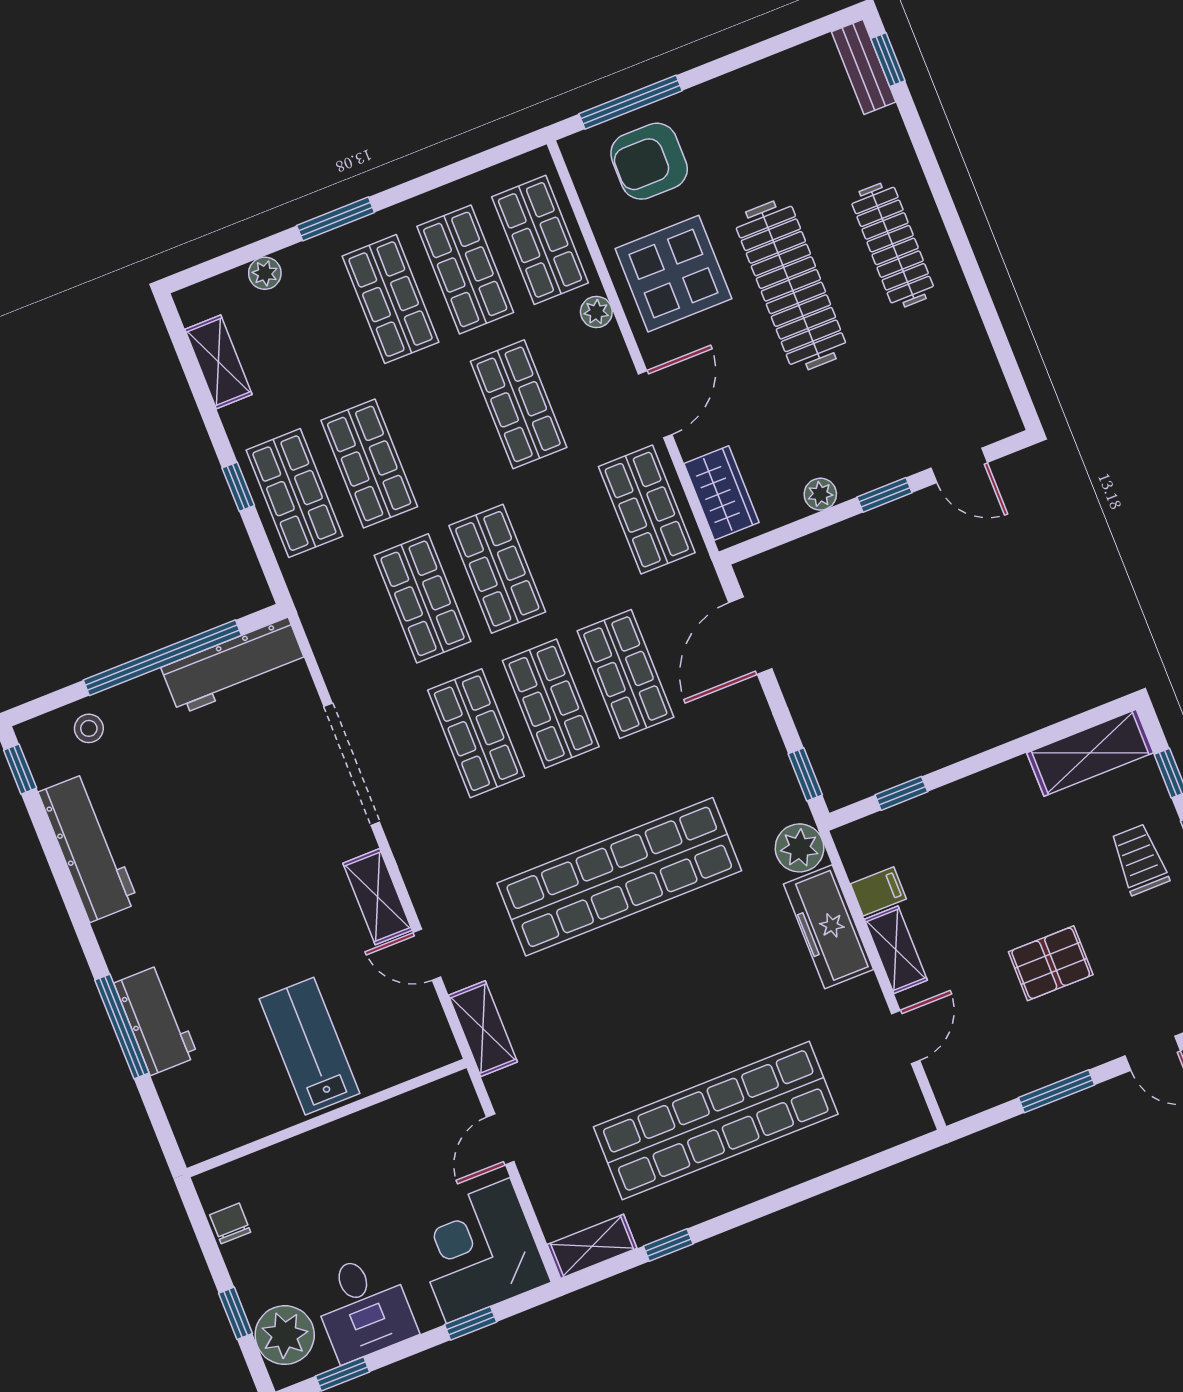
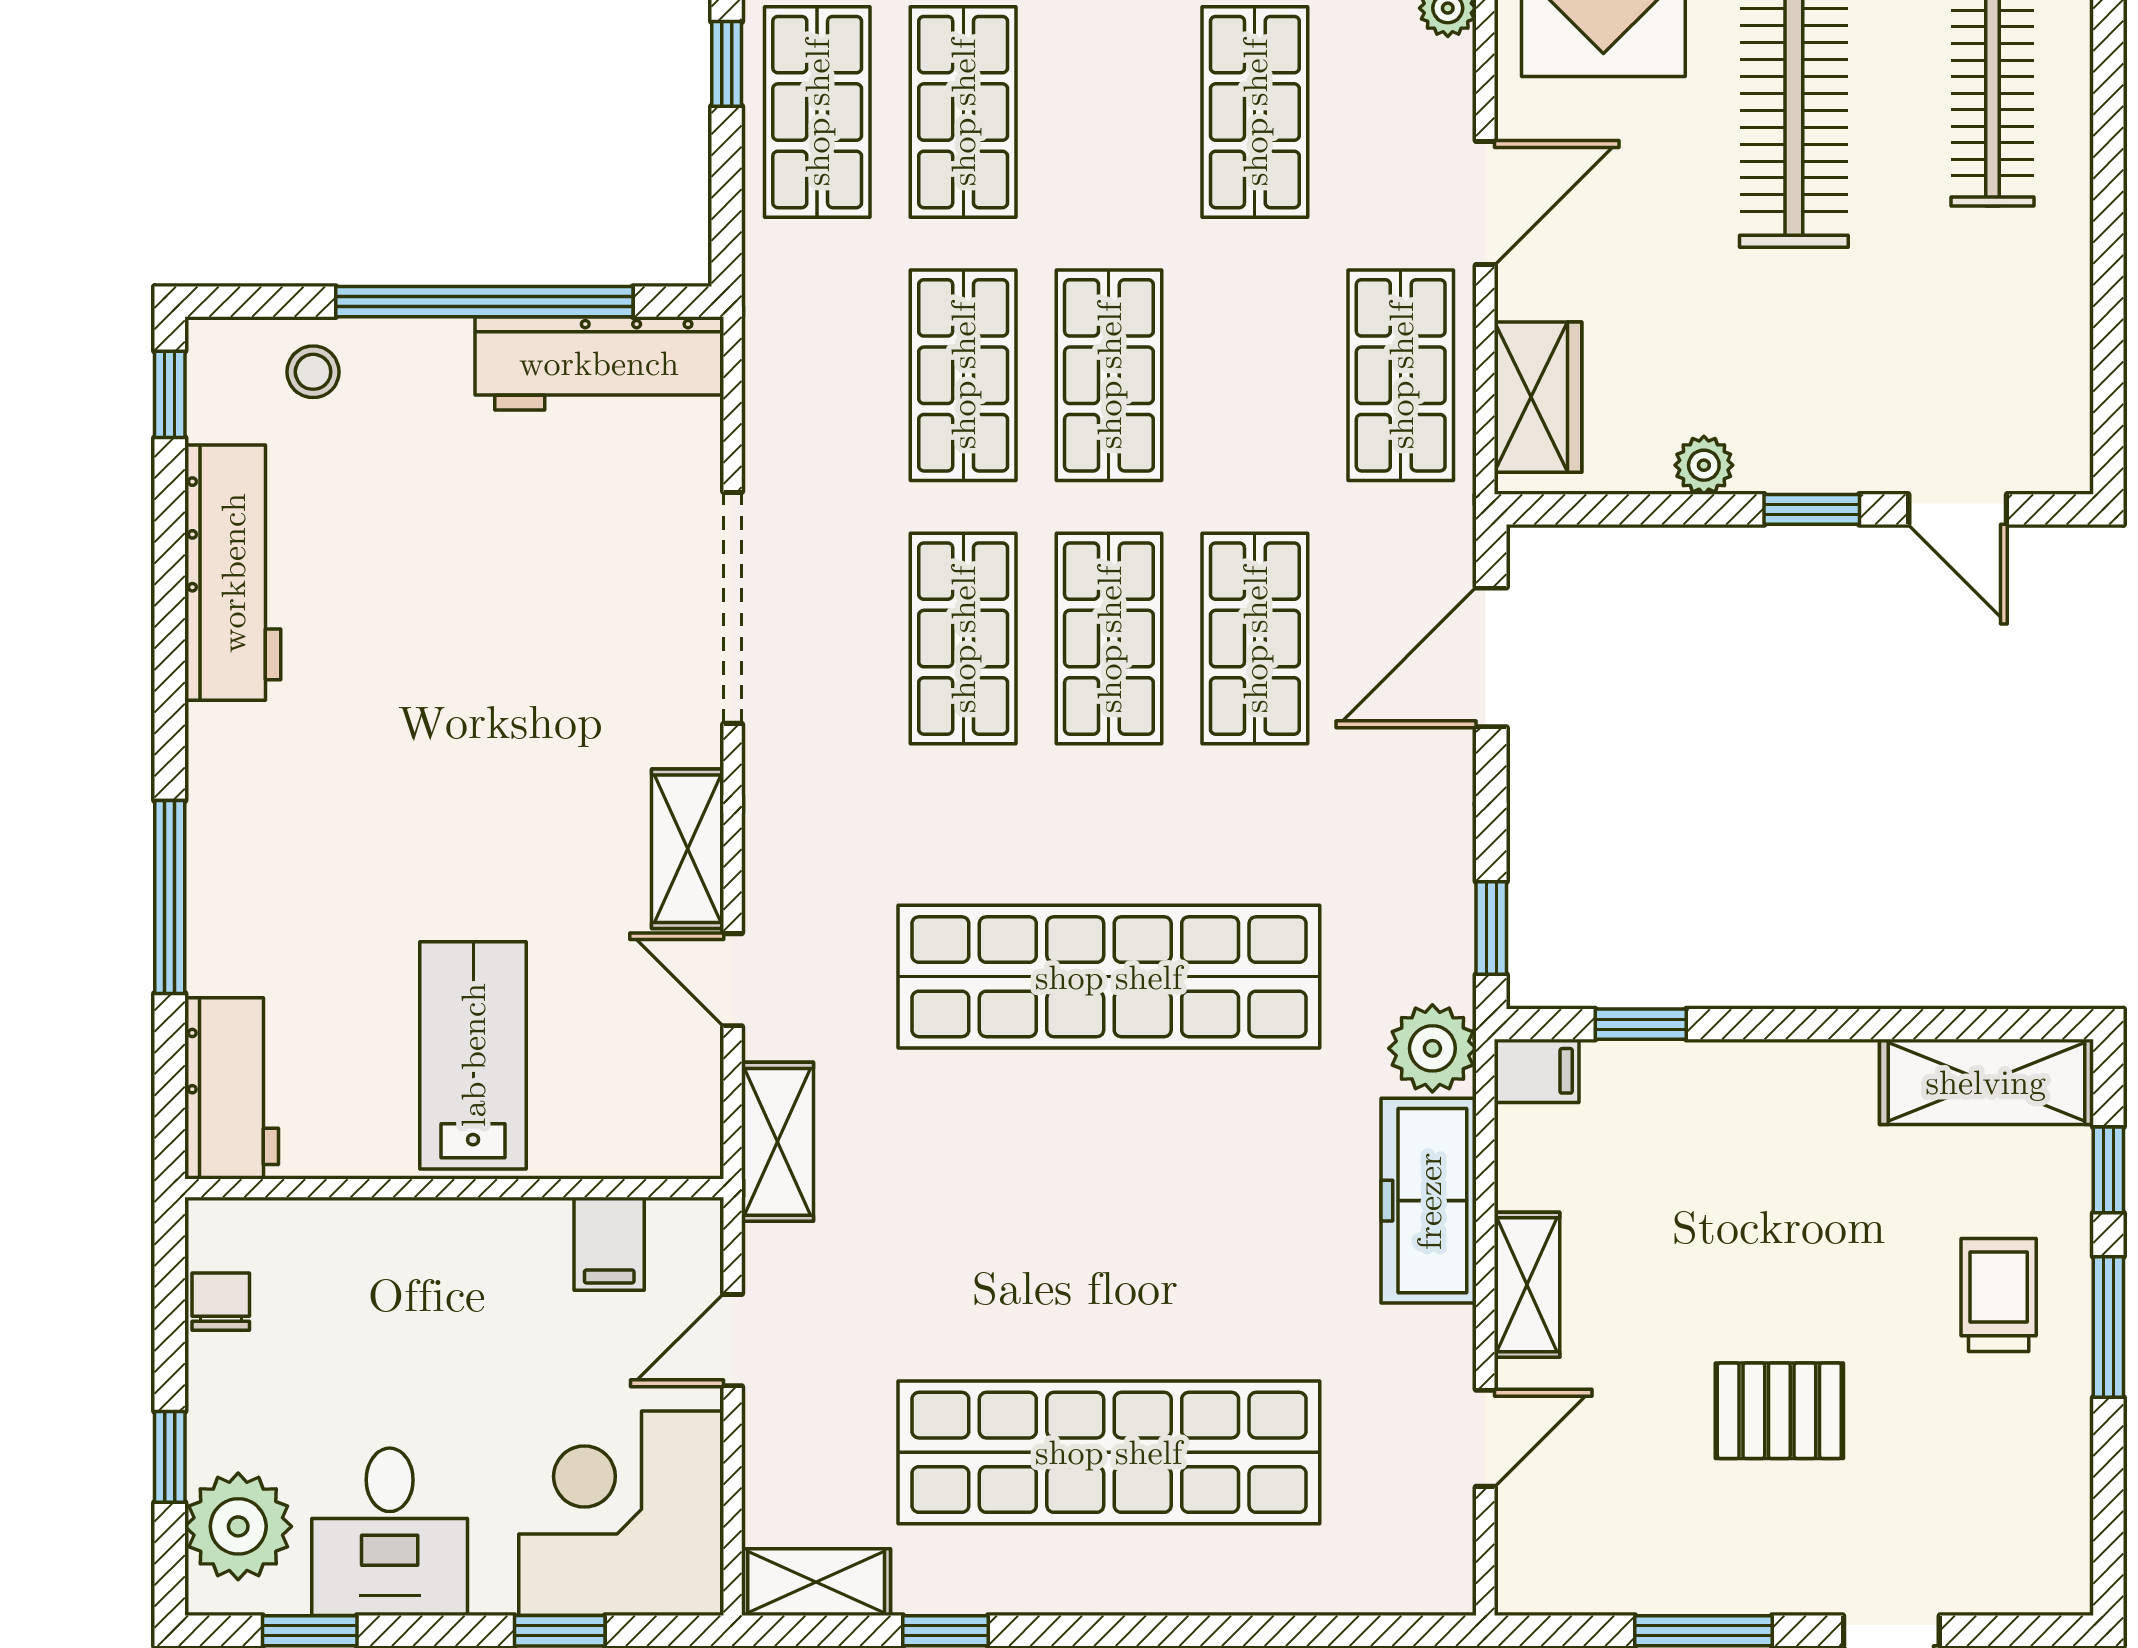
filing cabinet: (878, 891) -> (1537, 1071), moved
workbench: (156, 1020) -> (232, 1088), moved
filing cabinet: (417, 1115) -> (609, 1244), added

